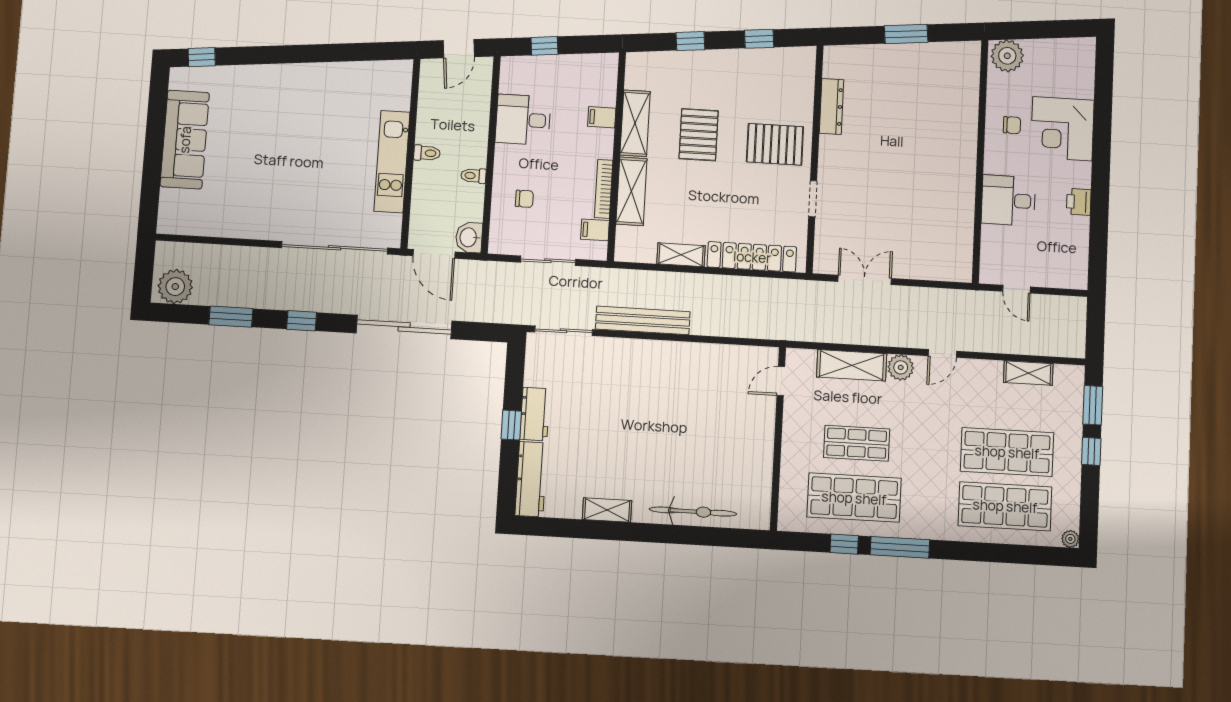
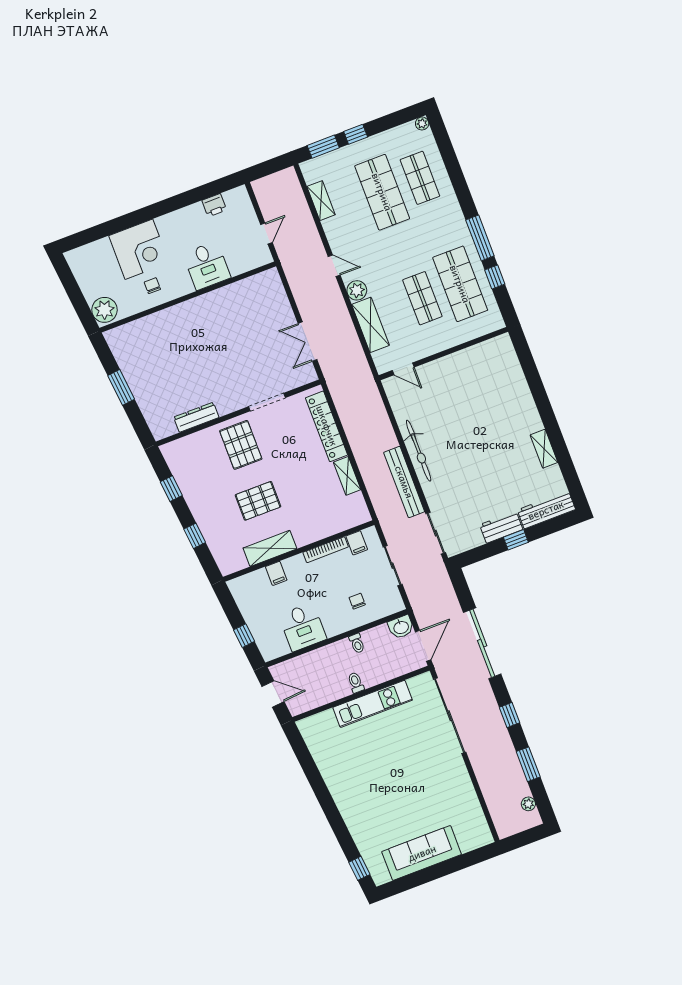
shelving: (631, 191) -> (319, 530), removed
doorway: (813, 199) -> (267, 402), width x1.38
printer: (1079, 202) -> (214, 205), moved
plant: (175, 287) -> (528, 804), width x0.53, depth x0.53
shop shelf: (1005, 506) -> (420, 178), width x0.70, depth x0.74
bicycle: (693, 512) -> (419, 451), moved, turned 180

